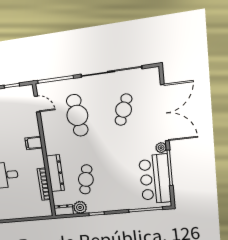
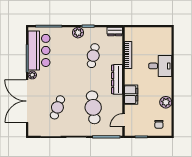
door: (37, 104) -> (124, 120), hinge flipped
filing cabinet: (34, 143) -> (131, 95), width x2.00
dresser: (55, 173) -> (117, 79), moved
plant: (80, 207) -> (78, 33), moved

